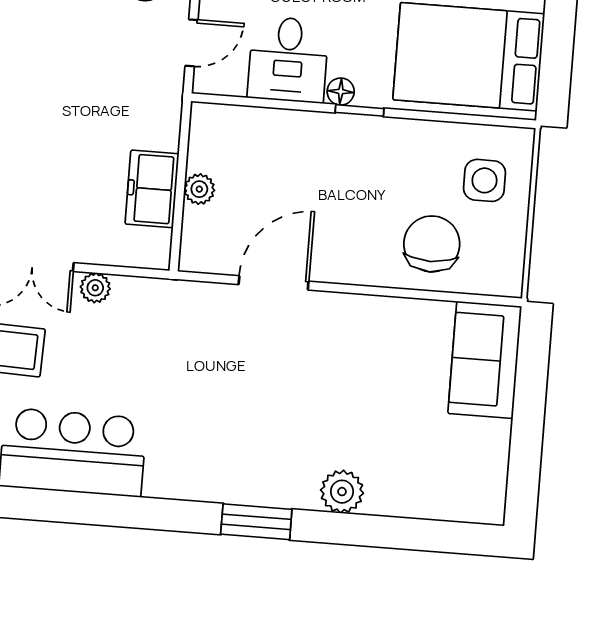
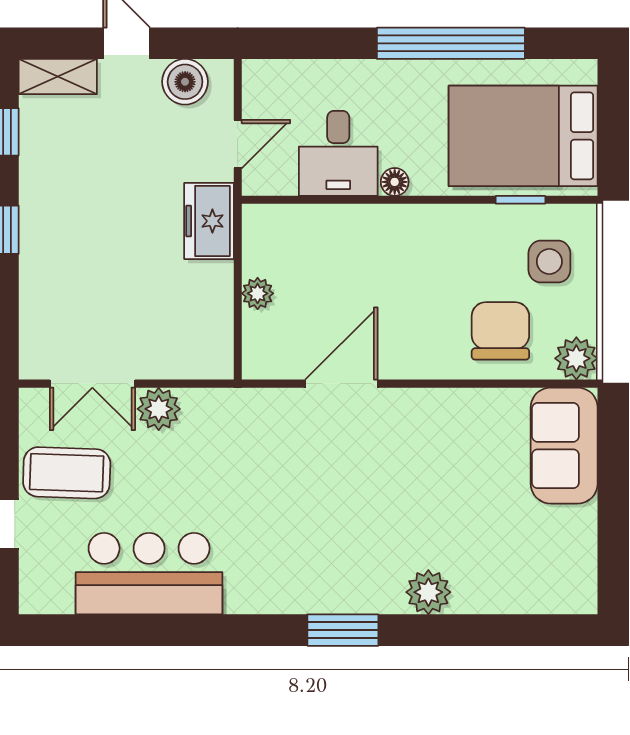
window: (360, 110) -> (520, 200), moved
freezer: (152, 189) -> (209, 221), moved
plant: (503, 276) -> (576, 358), added
plant: (95, 288) -> (159, 409), width x1.38, depth x1.38

